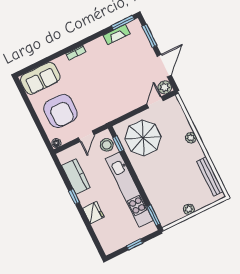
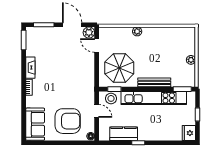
fireplace: (116, 35) -> (30, 68), moved
bench: (210, 176) -> (154, 82), moved
fridge: (93, 213) -> (189, 133), moved, turned -90

